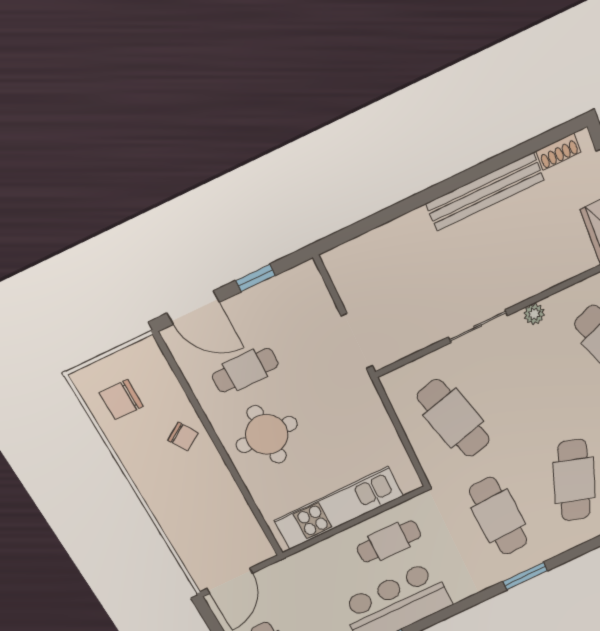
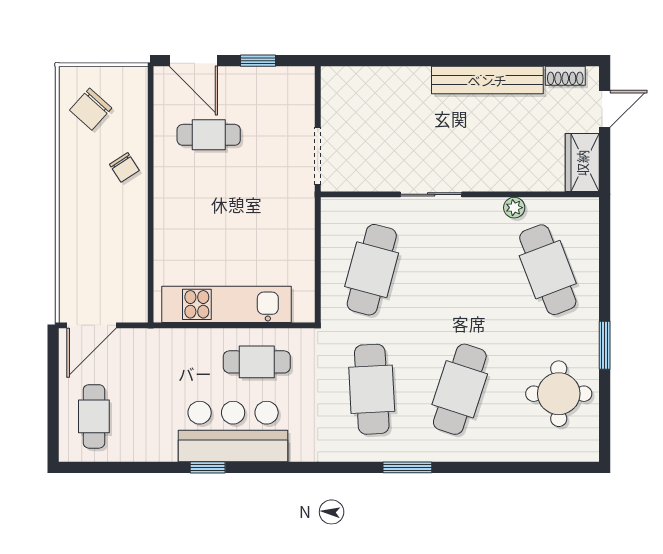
plant: (534, 314) -> (514, 208), moved
chair: (121, 400) -> (91, 109), turned -48
cafe table: (453, 418) -> (372, 270), turned 30
round table: (267, 434) -> (197, 202), removed
window: (525, 576) -> (407, 467), moved

